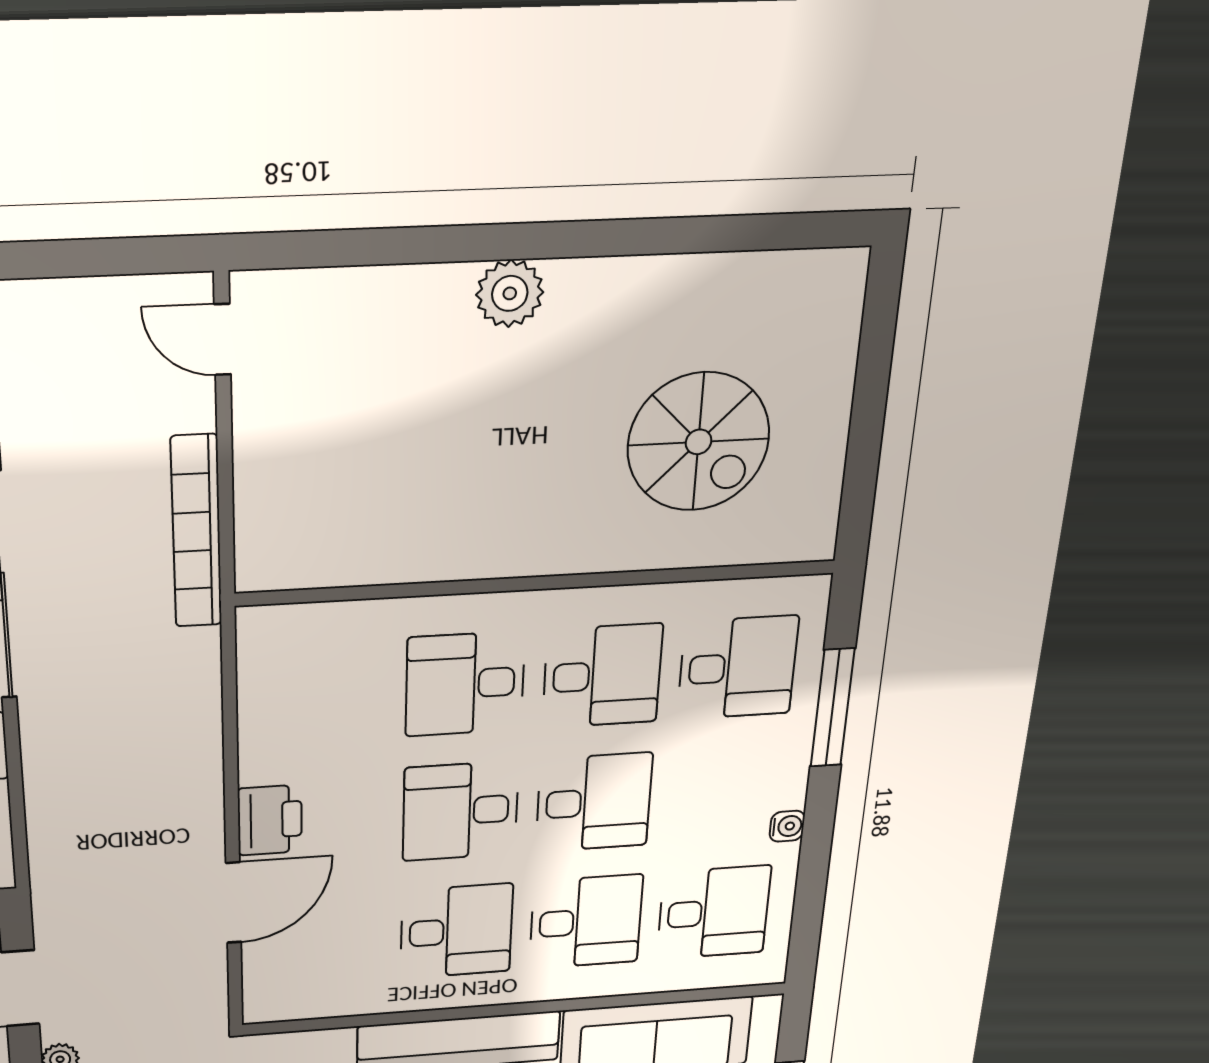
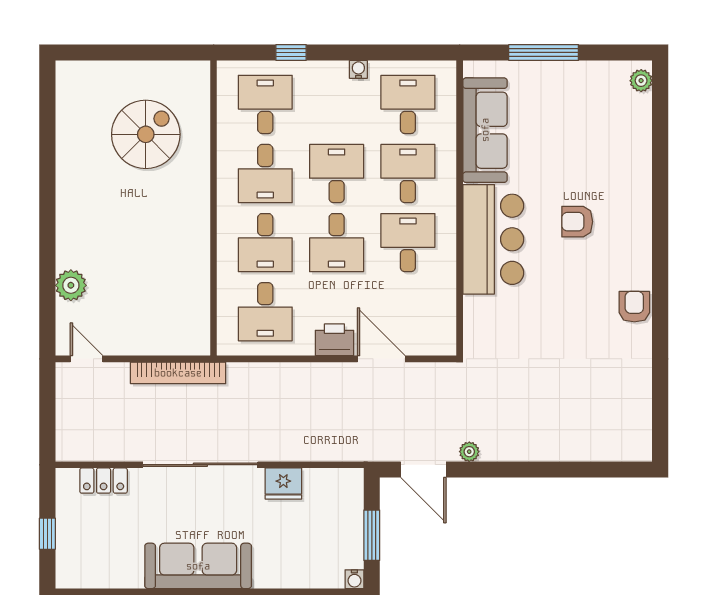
plant: (510, 293) -> (71, 285), moved
door: (222, 339) -> (87, 359), swing flipped
desk: (602, 676) -> (265, 174), turned 180
desk: (326, 692) -> (265, 312), added
window: (833, 708) -> (291, 52), width x0.46

